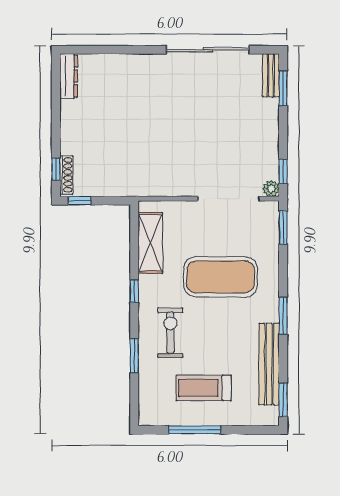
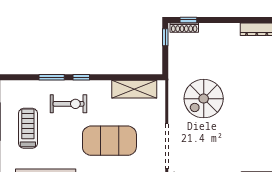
spiral stairs: (163, 148) -> (204, 99), added
exercise mat: (221, 277) -> (109, 141), turned 90
window: (134, 291) -> (81, 77), moved

